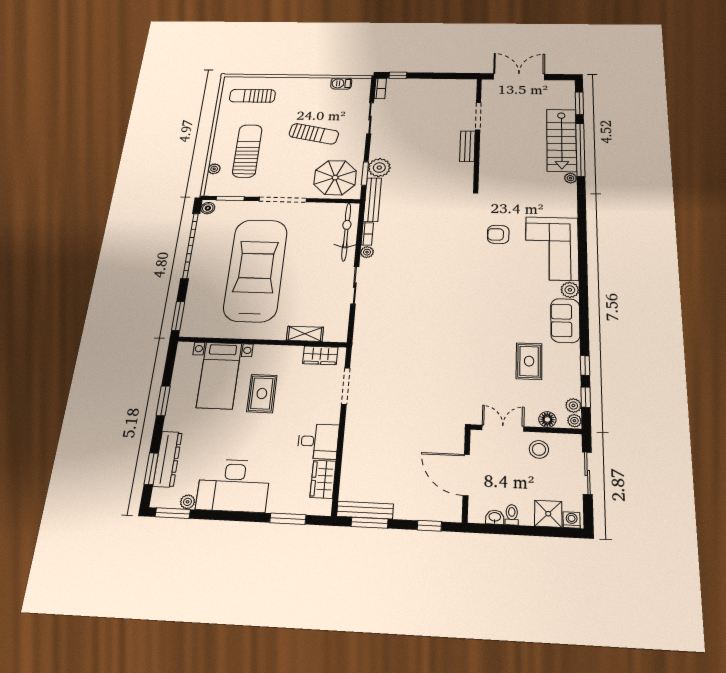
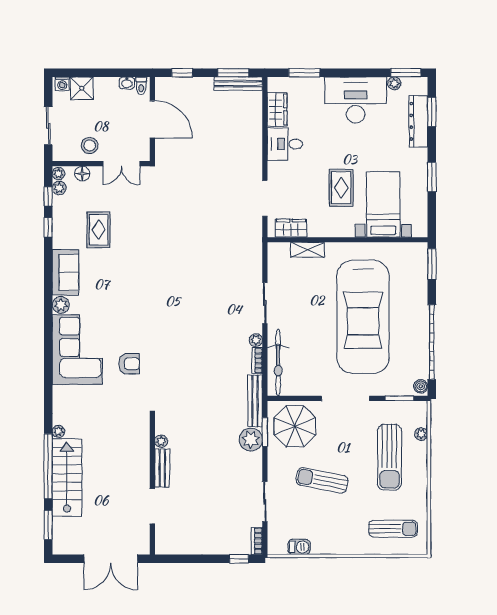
plant: (468, 168) -> (161, 441), added
toilet: (512, 515) -> (141, 86), moved

